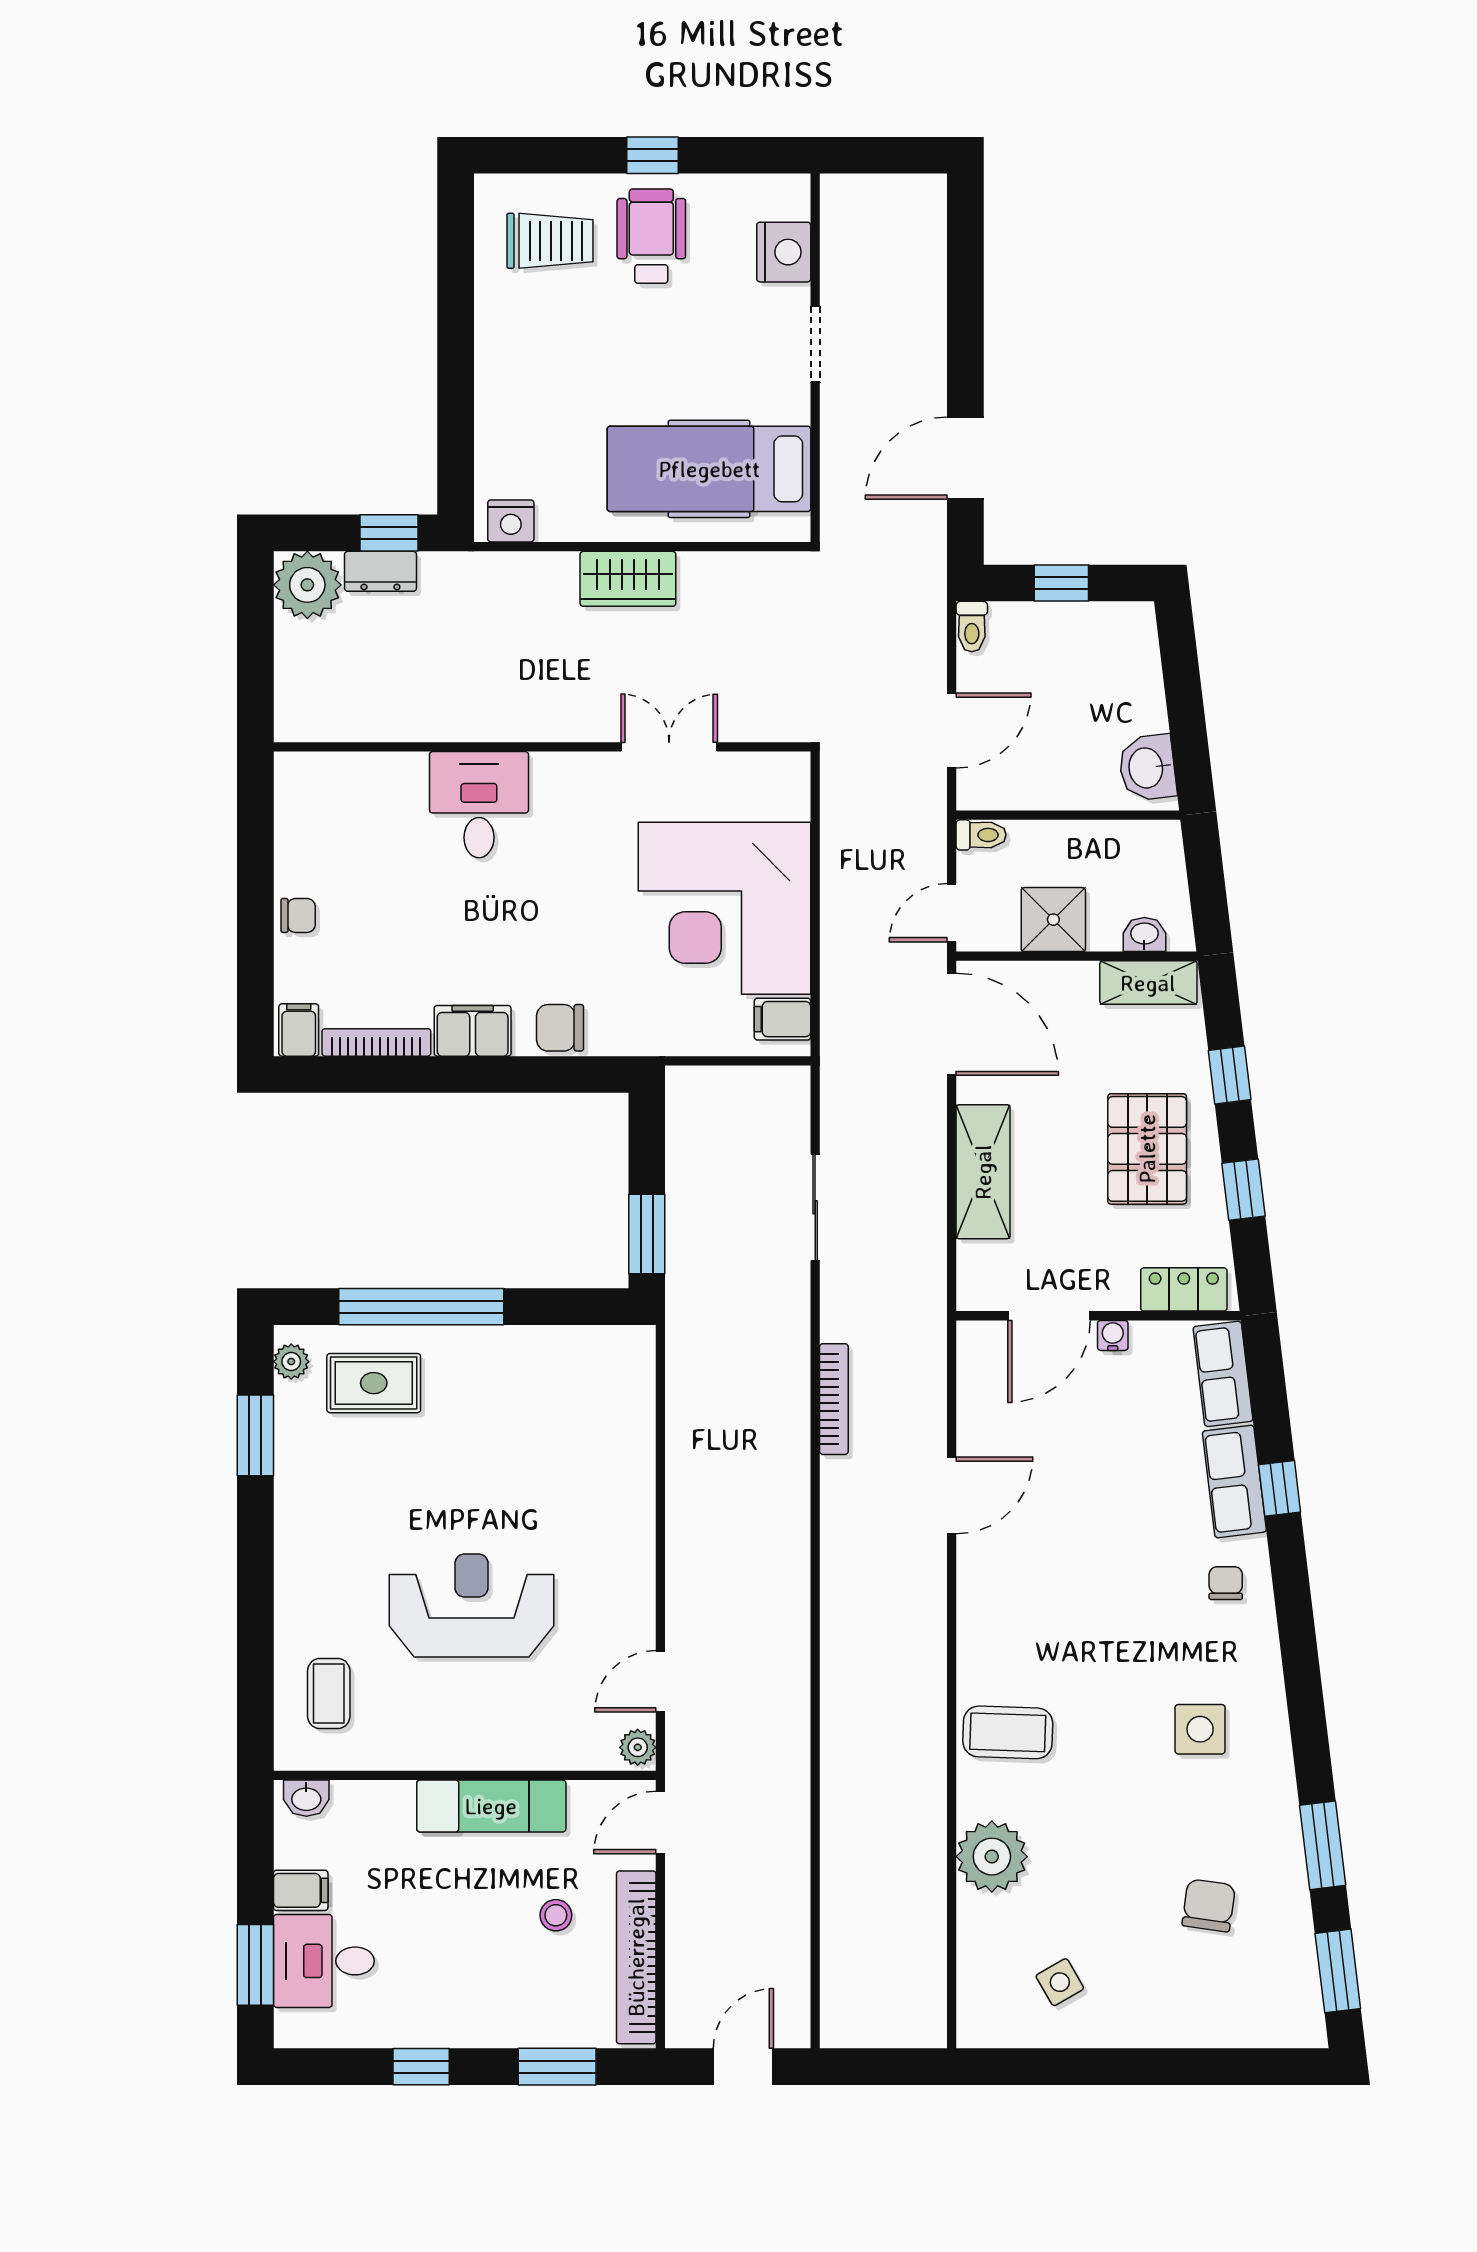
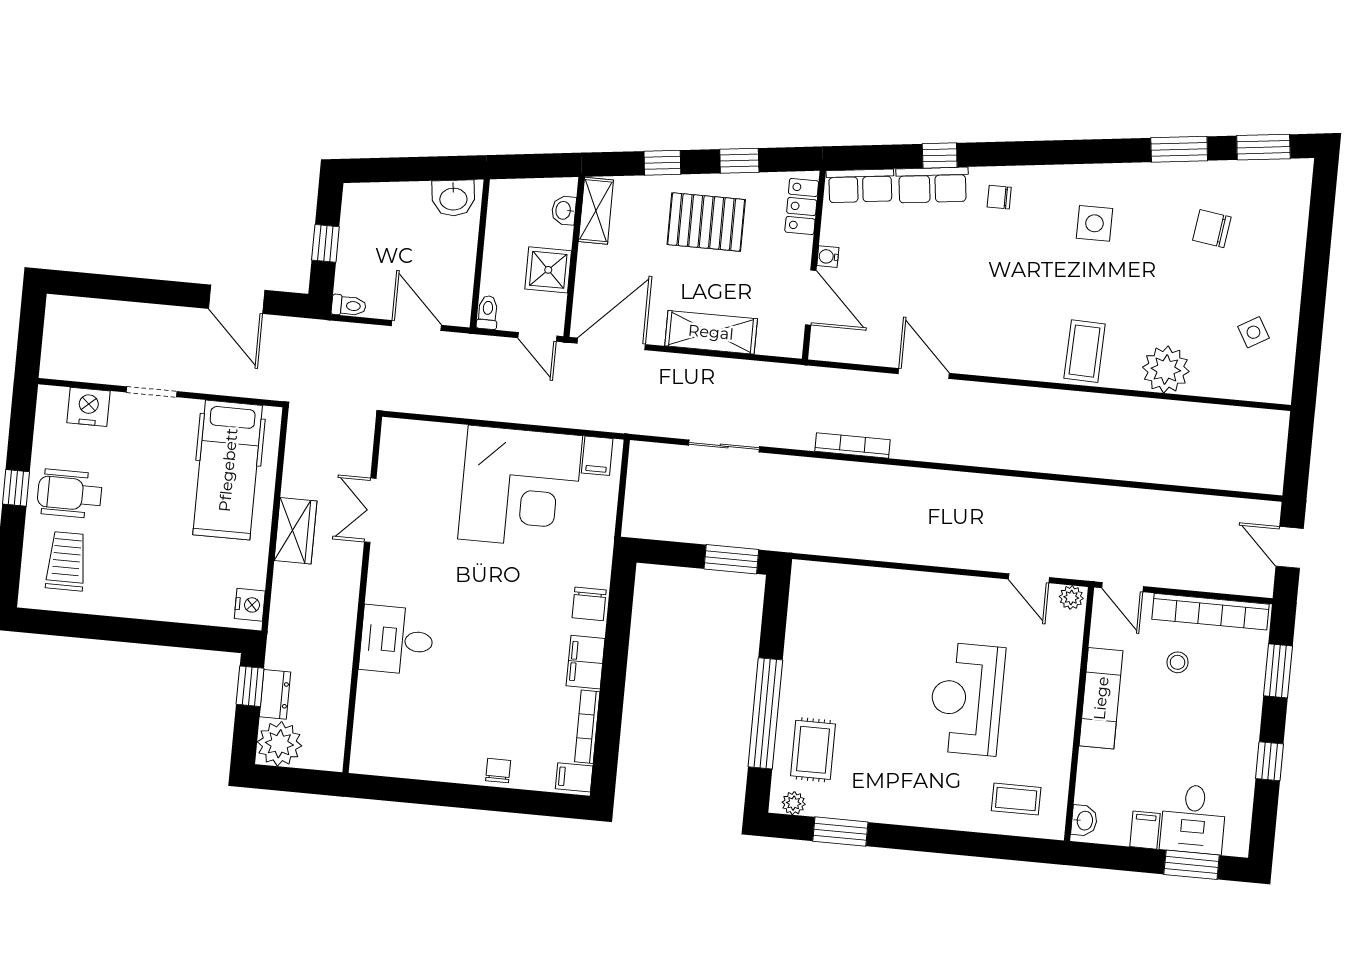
wall: (542, 747) -> (362, 594), moved
double door: (669, 747) -> (370, 510), moved
desk: (479, 805) -> (397, 640), moved

